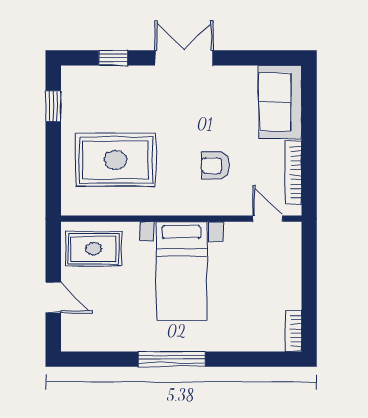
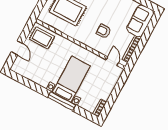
bed with nightstands: (181, 271) -> (71, 79), moved, turned 180
window: (172, 359) -> (62, 101), moved

